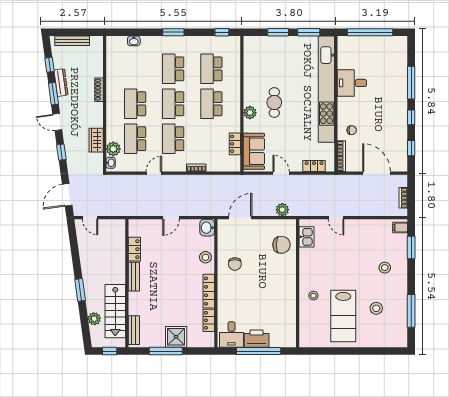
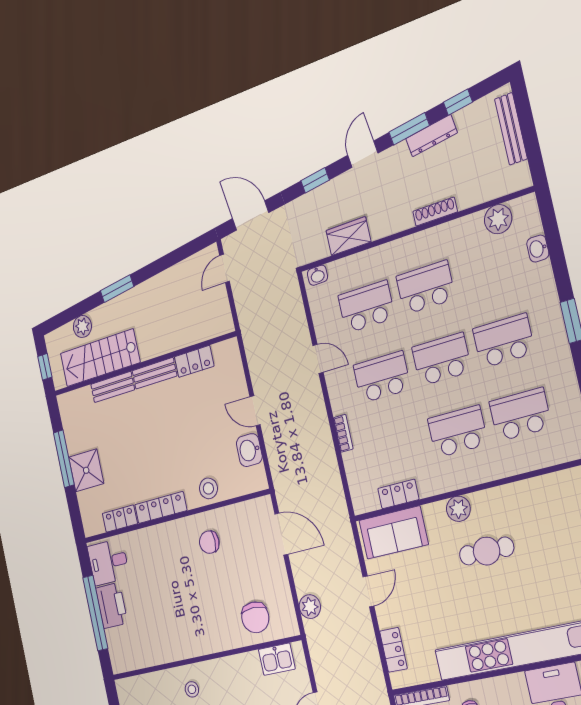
plant: (113, 149) -> (498, 219), moved
washbasin: (207, 228) -> (249, 450), moved, turned -90
bench: (134, 330) -> (113, 387), moved

